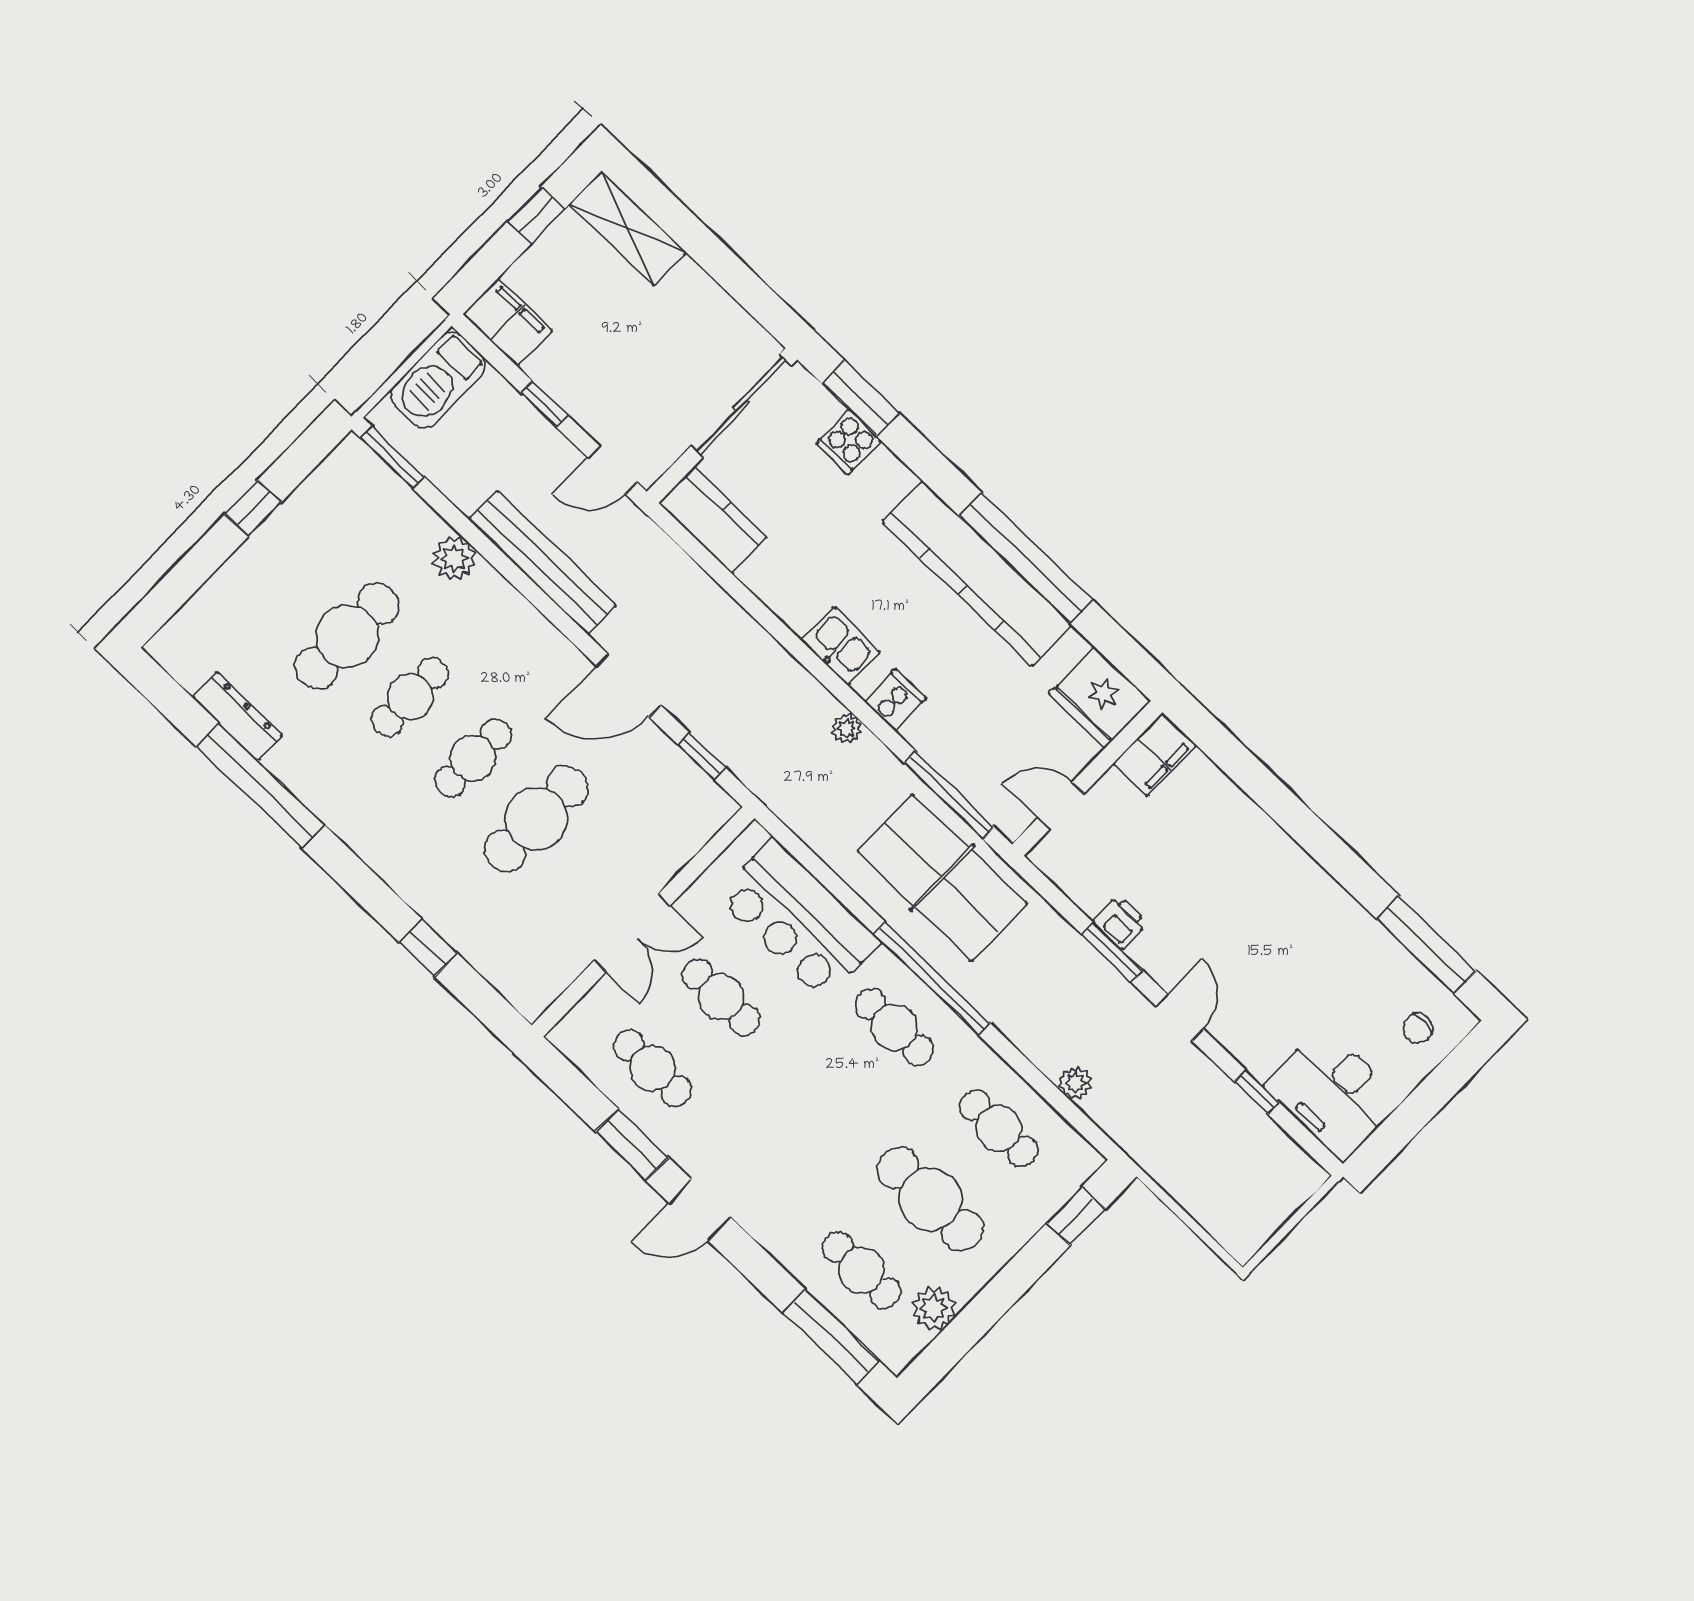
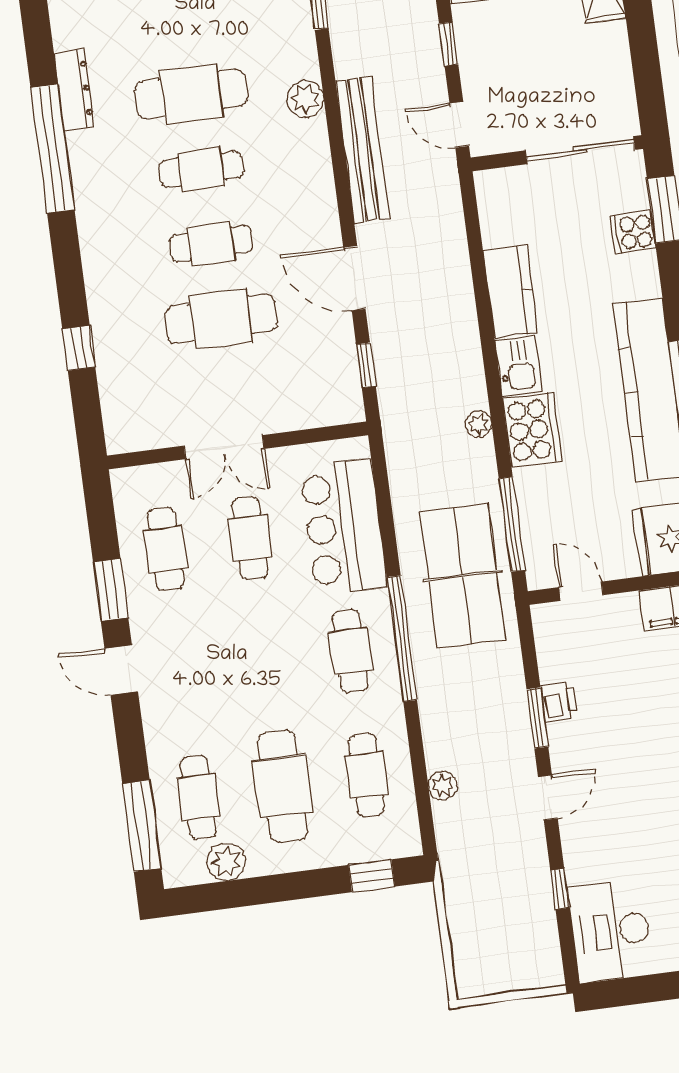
kitchen counter: (713, 520) -> (510, 291), moved
cooker: (895, 700) -> (532, 430), width x1.87, depth x1.31

